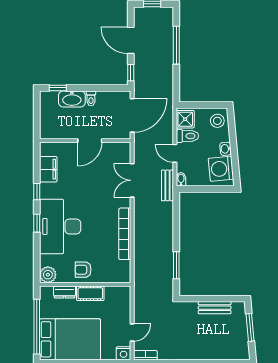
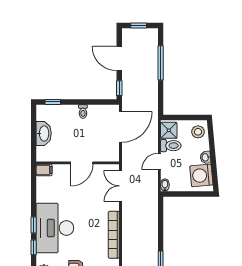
washbasin: (72, 99) -> (44, 133), moved, turned -90
wall: (85, 141) -> (78, 163), moved
door: (90, 141) -> (82, 163), moved
door: (175, 153) -> (159, 162), hinge flipped
filing cabinet: (48, 169) -> (44, 170), width x0.50
bench: (167, 185) -> (153, 191), removed
window: (37, 192) -> (34, 247), moved

